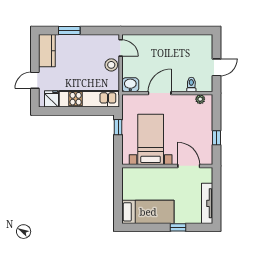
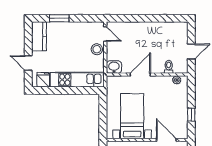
door: (35, 80) -> (28, 63), hinge flipped
window: (118, 127) -> (103, 105), removed

